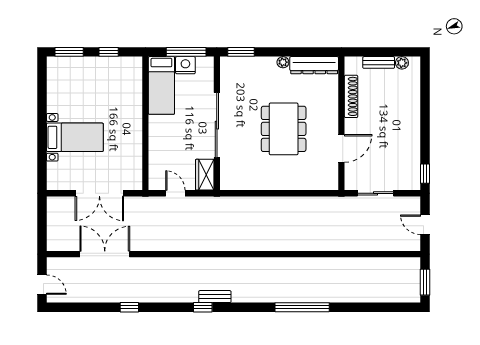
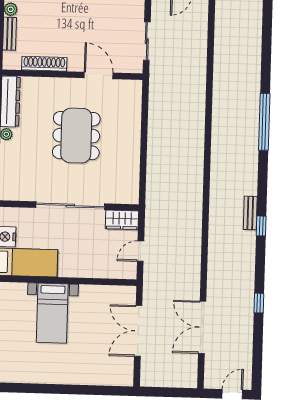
dining table: (284, 129) -> (76, 136), turned 90
bed with nightstands: (75, 137) -> (52, 313), moved, turned 180
double door: (99, 193) -> (138, 331), swing flipped

